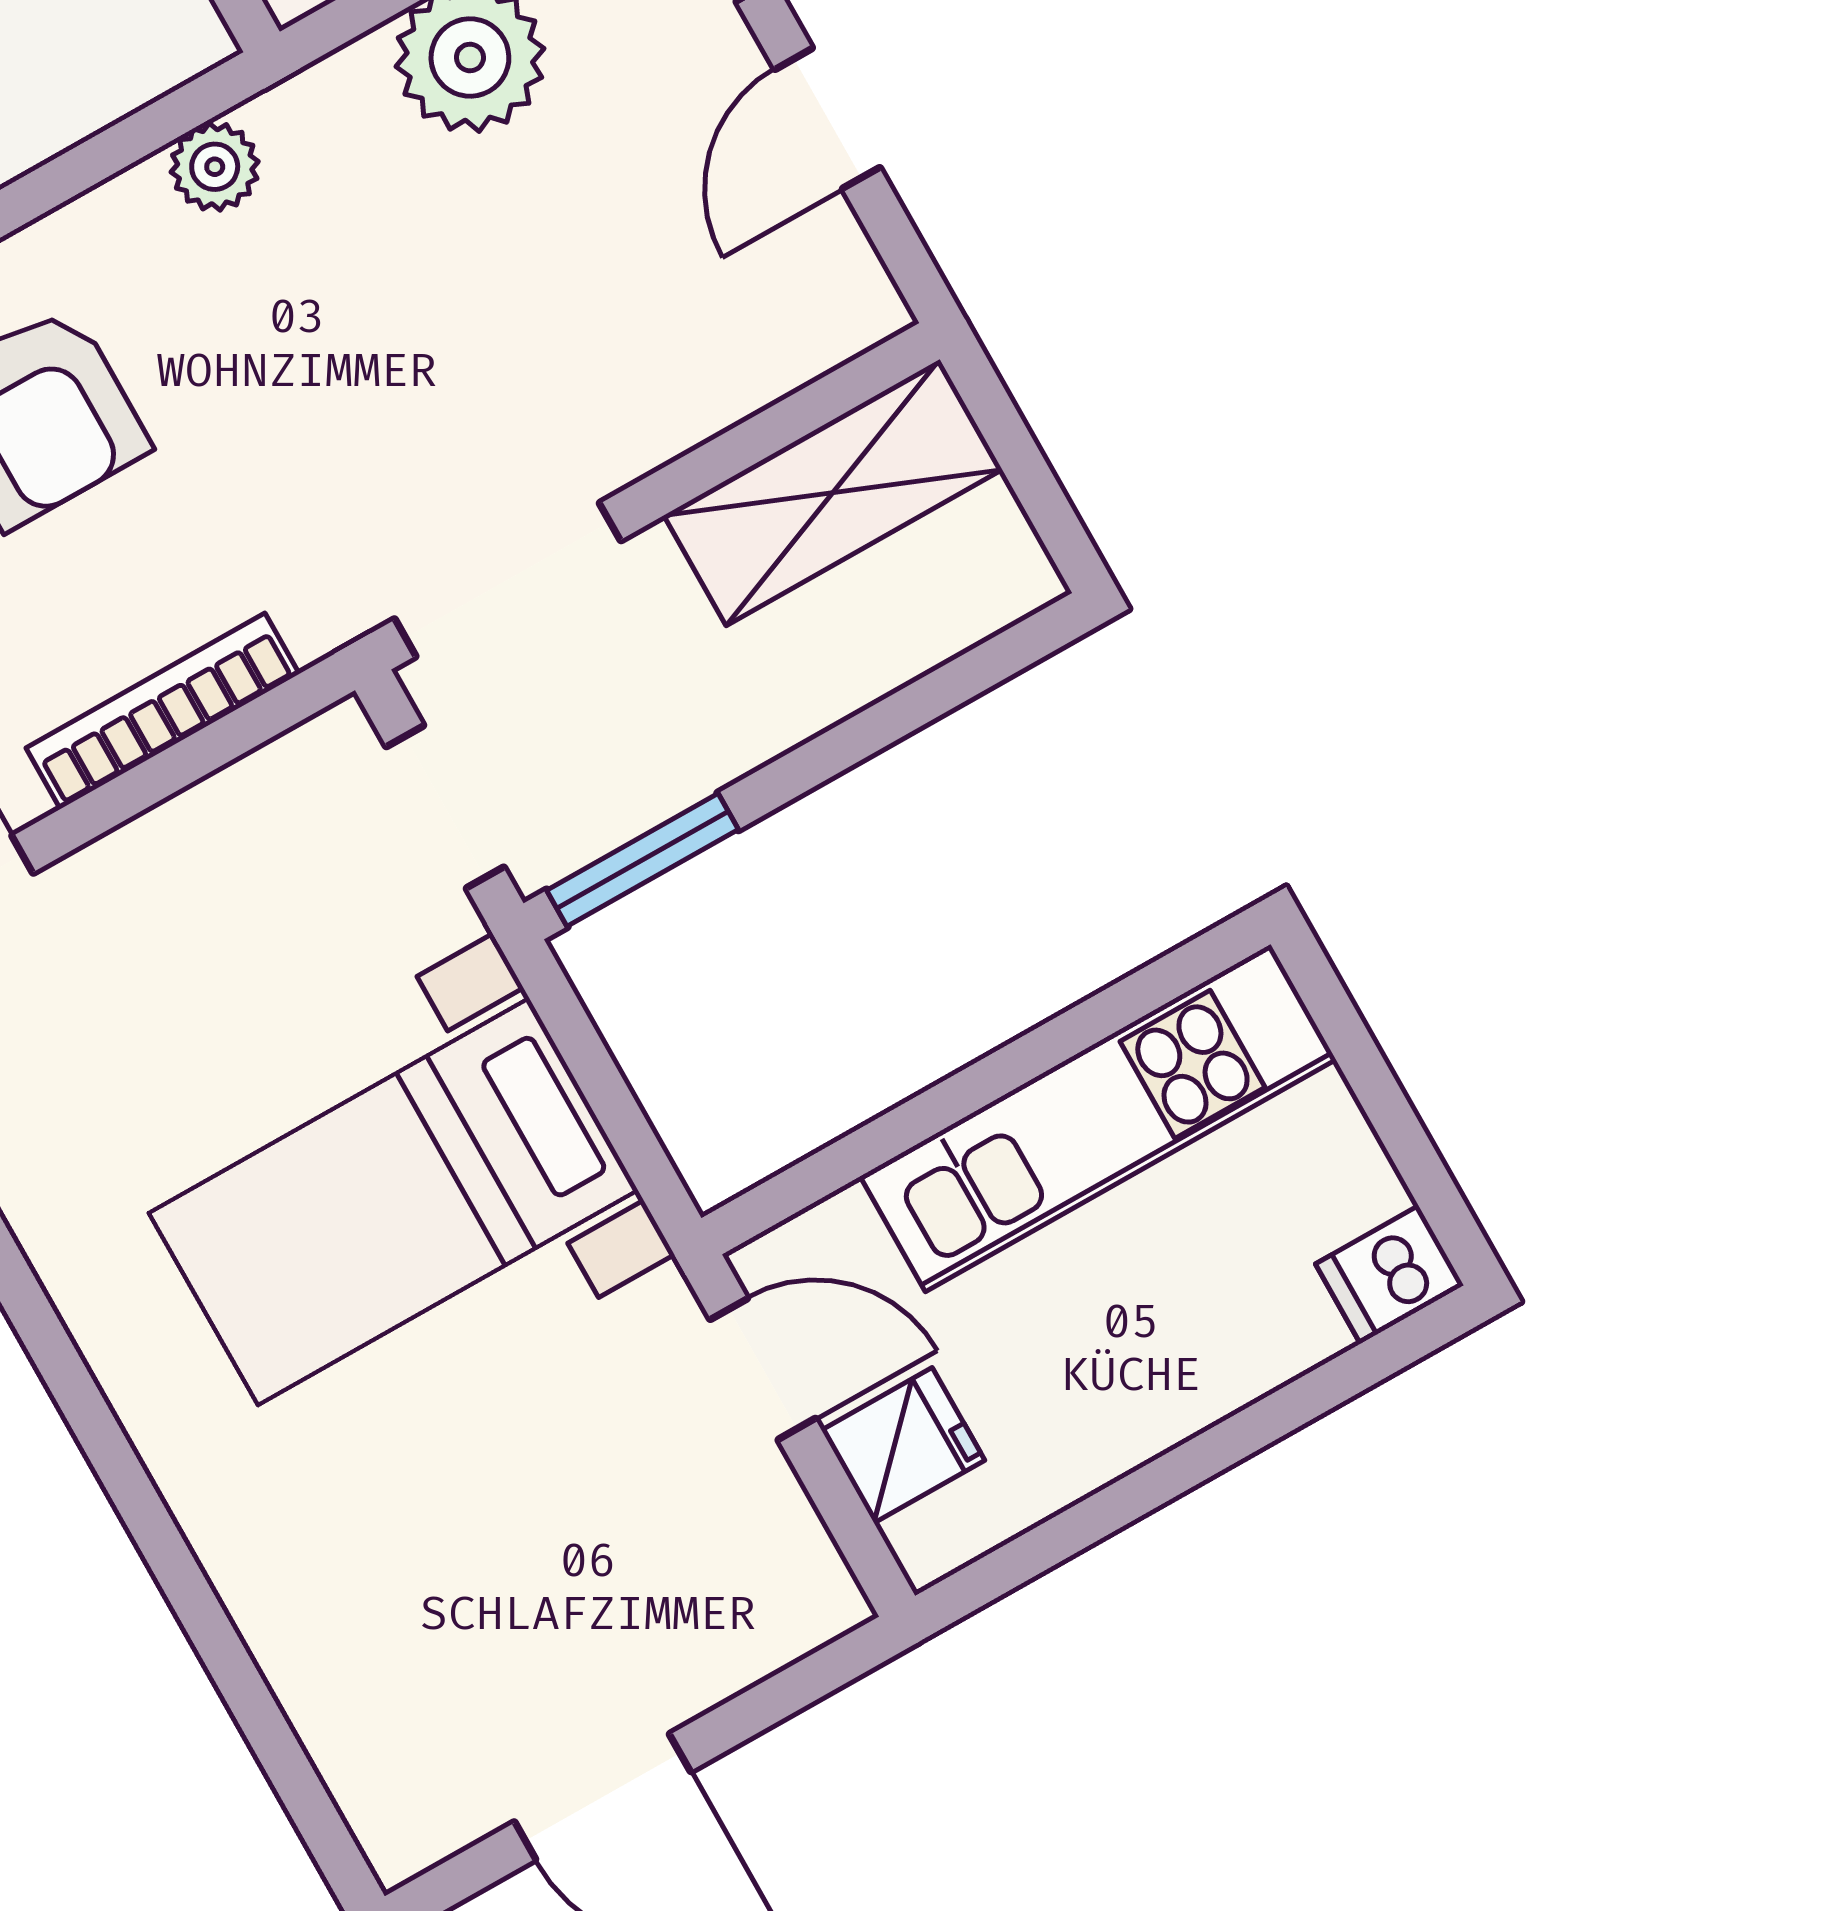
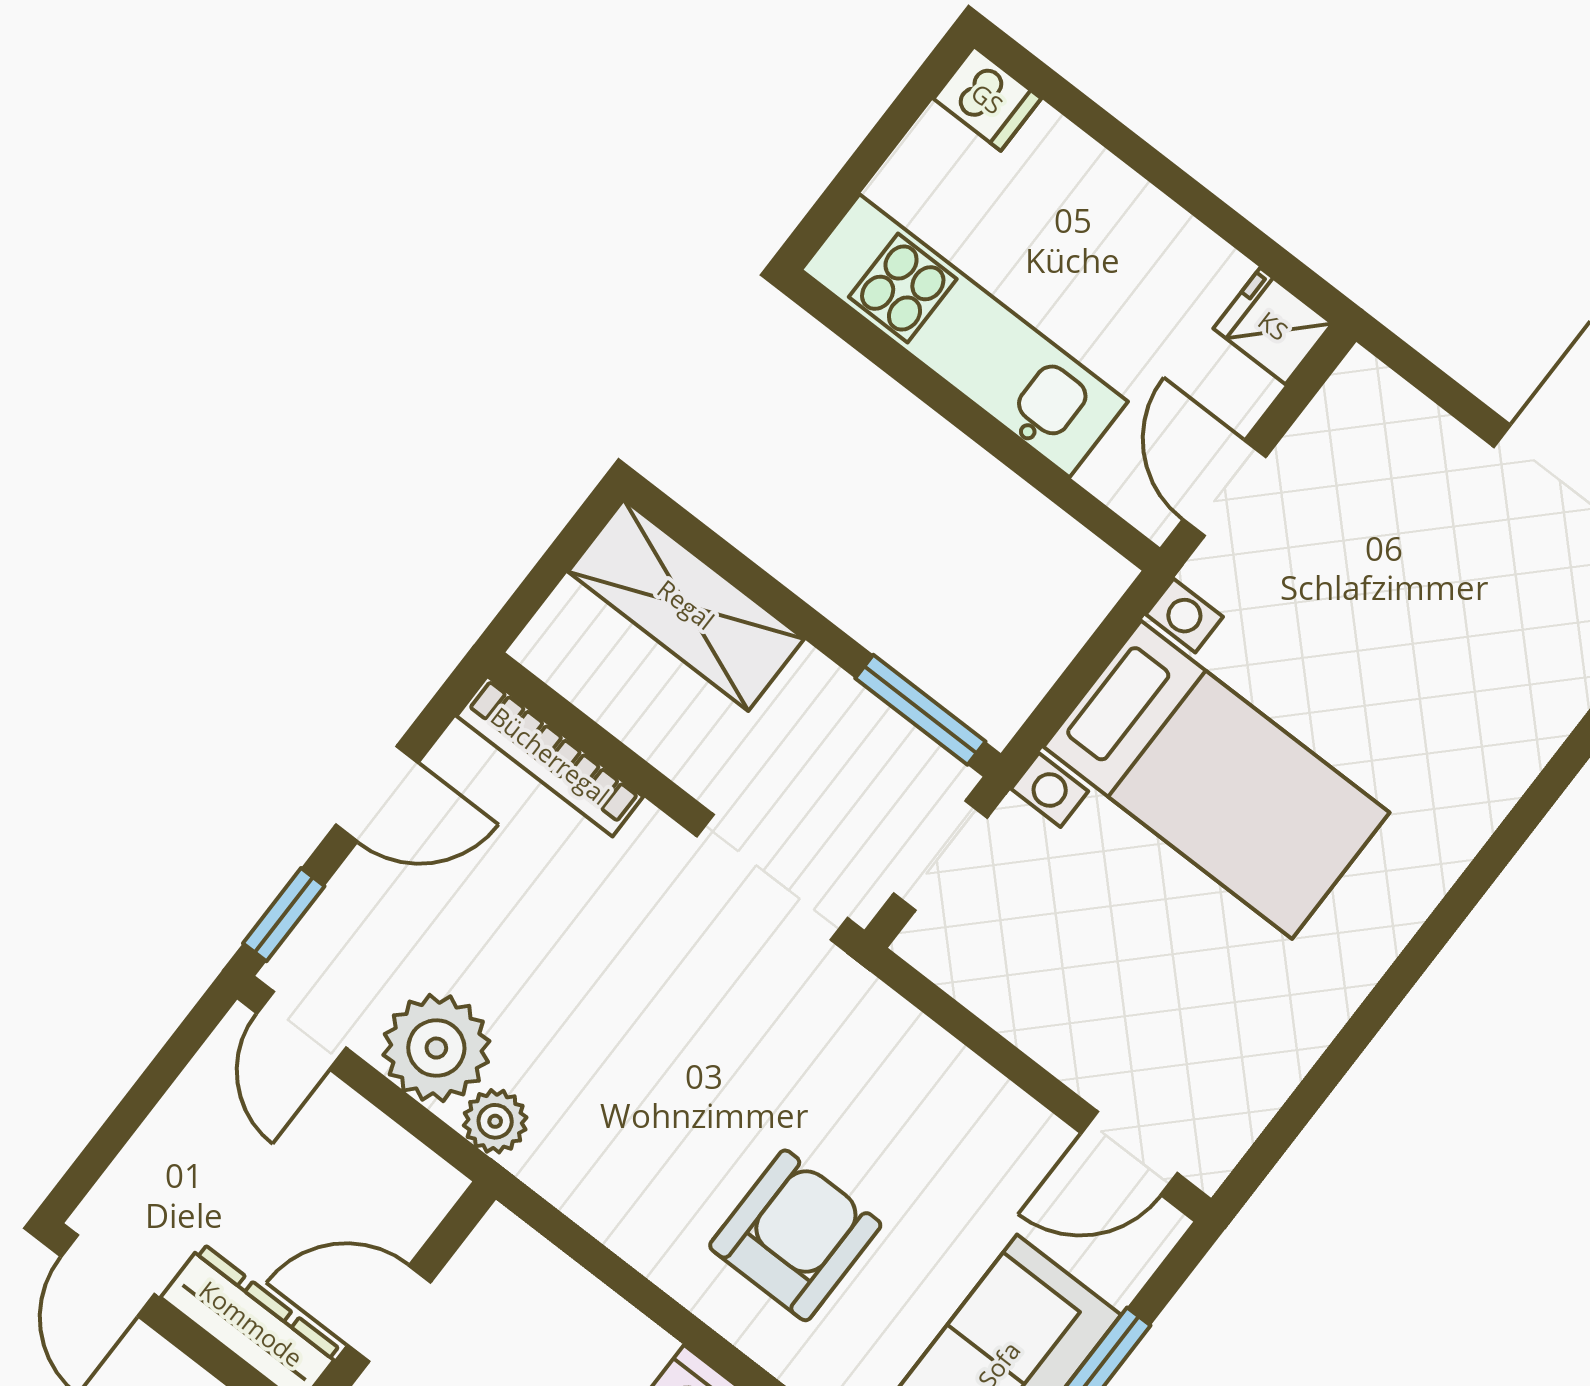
plant: (215, 167) -> (495, 1121), moved
shelving: (833, 492) -> (686, 605), moved
bookcase: (163, 711) -> (550, 756), moved
fridge: (903, 1445) -> (1273, 326), moved

